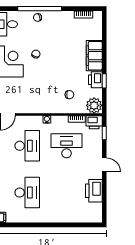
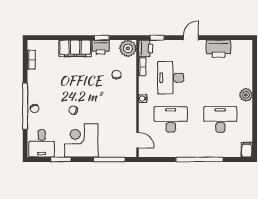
plant: (50, 217) -> (246, 95), added

